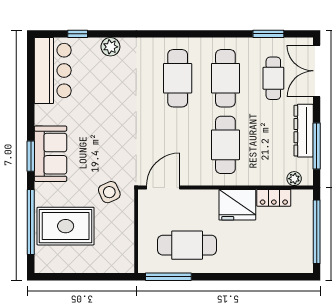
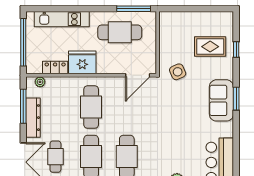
window: (31, 222) -> (236, 50), width x0.32
rug: (66, 226) -> (210, 47), width x0.73, depth x0.70
kitchen unit: (265, 263) -> (62, 19), added

